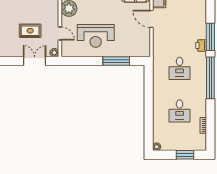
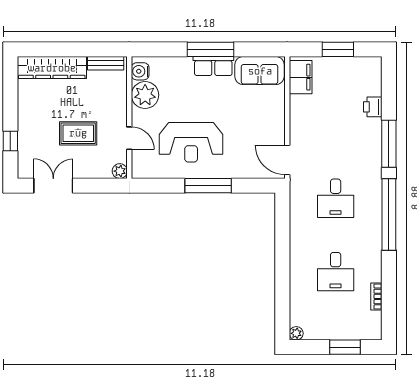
door: (152, 19) -> (287, 160), moved
printer: (201, 46) -> (373, 107), moved
double door: (35, 61) -> (53, 186), moved
window: (116, 61) -> (208, 186), moved

